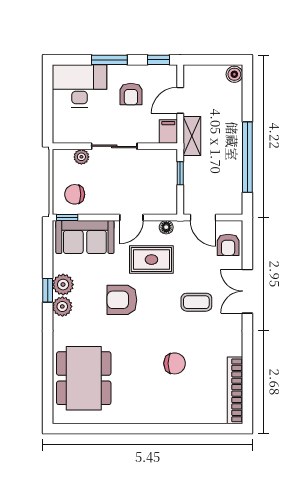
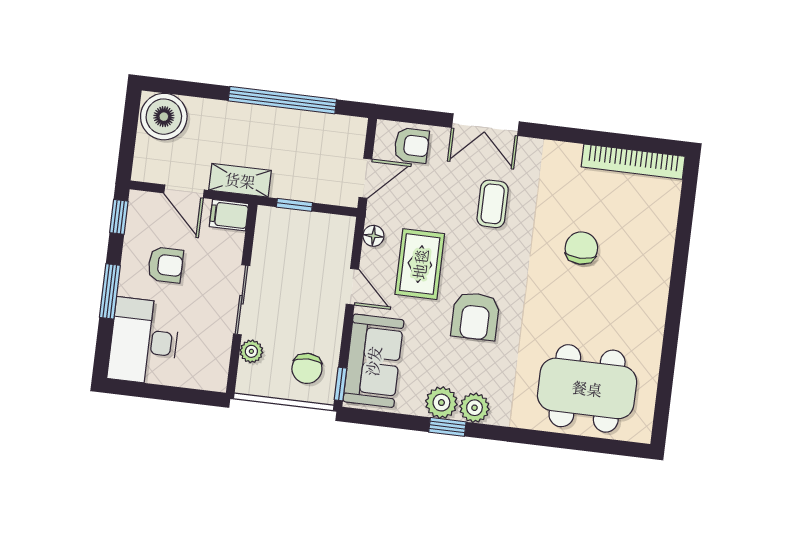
boiler: (234, 74) -> (164, 117), width x1.86, depth x1.86

